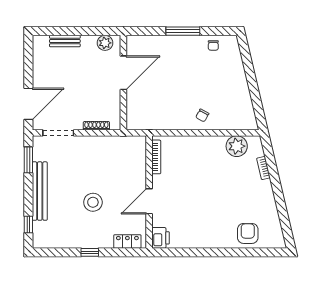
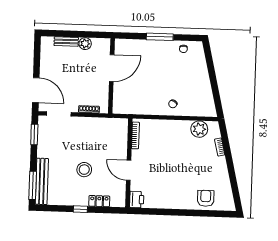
plant: (105, 43) -> (85, 44), moved
door: (28, 104) -> (36, 90), hinge flipped
bench: (40, 191) -> (42, 181), moved
door: (149, 201) -> (129, 170), hinge flipped
window: (28, 224) -> (33, 185), width x2.17
locker: (127, 241) -> (99, 201), moved

